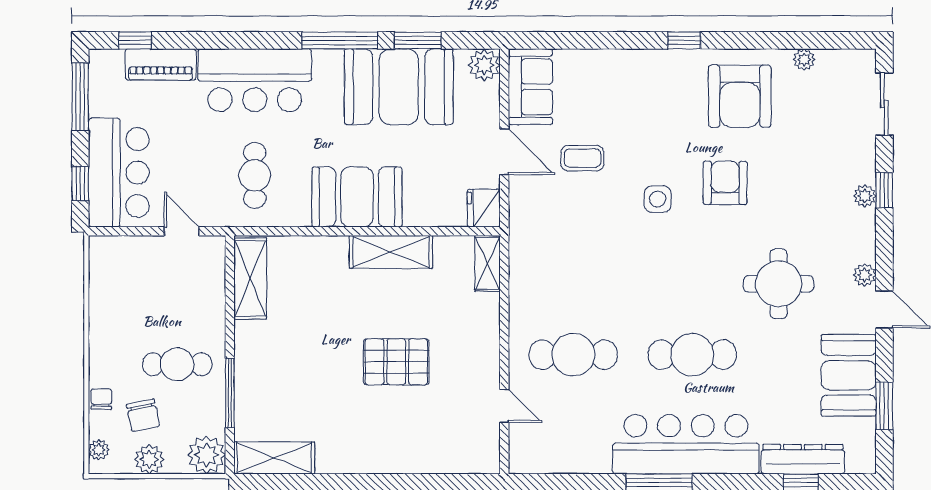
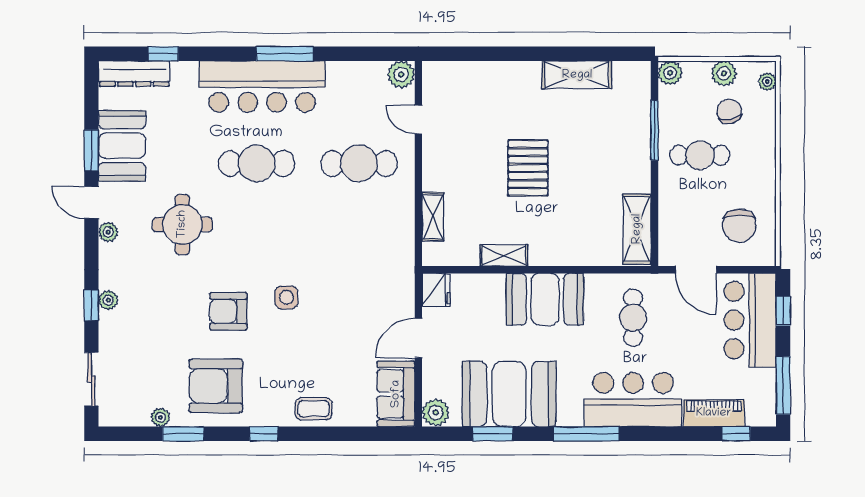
window: (340, 40) -> (586, 434), moved
window: (778, 40) -> (183, 434), added
armchair: (740, 96) -> (216, 386), turned -90
door: (504, 152) -> (418, 338), hinge flipped
coffee table: (582, 158) -> (313, 409), moved
armchair: (725, 183) -> (228, 311), turned 90
door: (182, 231) -> (696, 270), width x1.38
shelving: (391, 252) -> (504, 255), width x0.67, depth x0.75
shelving: (487, 263) -> (433, 217), moved
pallet: (396, 362) -> (528, 168), moved, turned 90
chair: (101, 399) -> (739, 225), moved, width x1.87, depth x1.87
window: (884, 406) -> (91, 150), moved
plant: (207, 455) -> (670, 73), width x0.73, depth x0.73
shelving: (274, 458) -> (577, 75), moved
plant: (524, 458) -> (401, 74), added
dresser: (803, 459) -> (134, 74), moved

